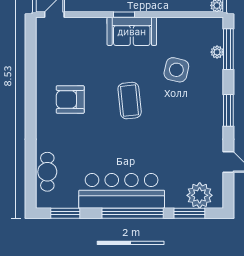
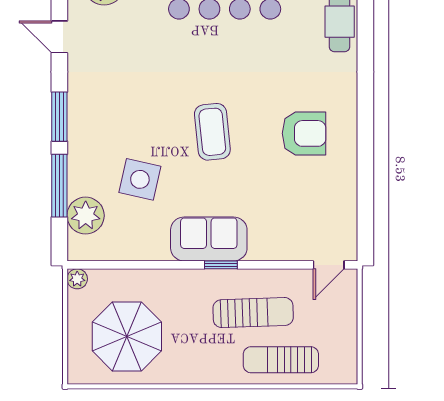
window: (228, 49) -> (59, 186), moved
plant: (217, 52) -> (86, 216), width x1.88, depth x1.88

